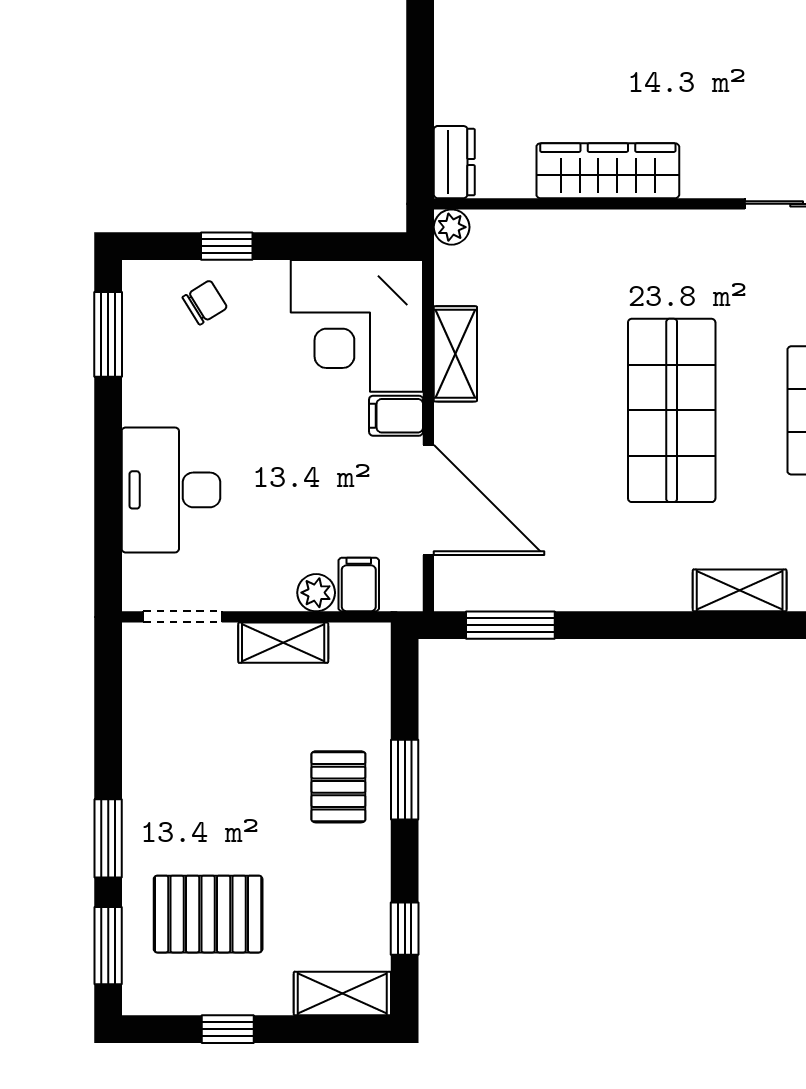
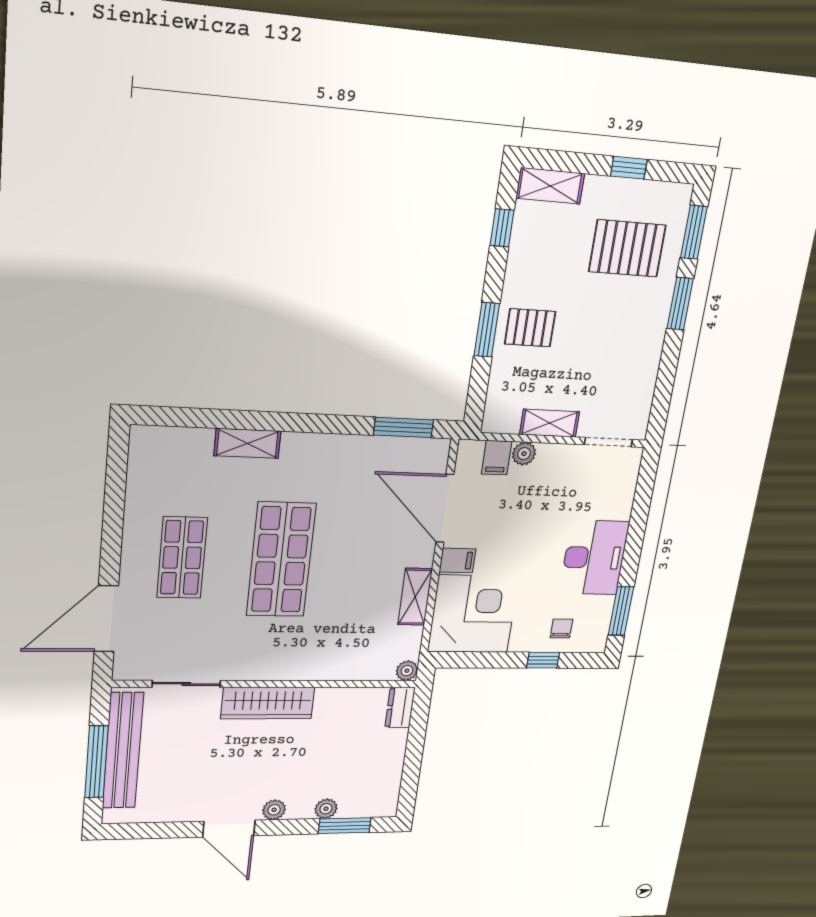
wardrobe: (608, 171) -> (268, 703), moved
chair: (205, 302) -> (561, 629), turned 122
desk: (171, 490) -> (594, 558), moved
pallet: (338, 787) -> (530, 328), turned 90

